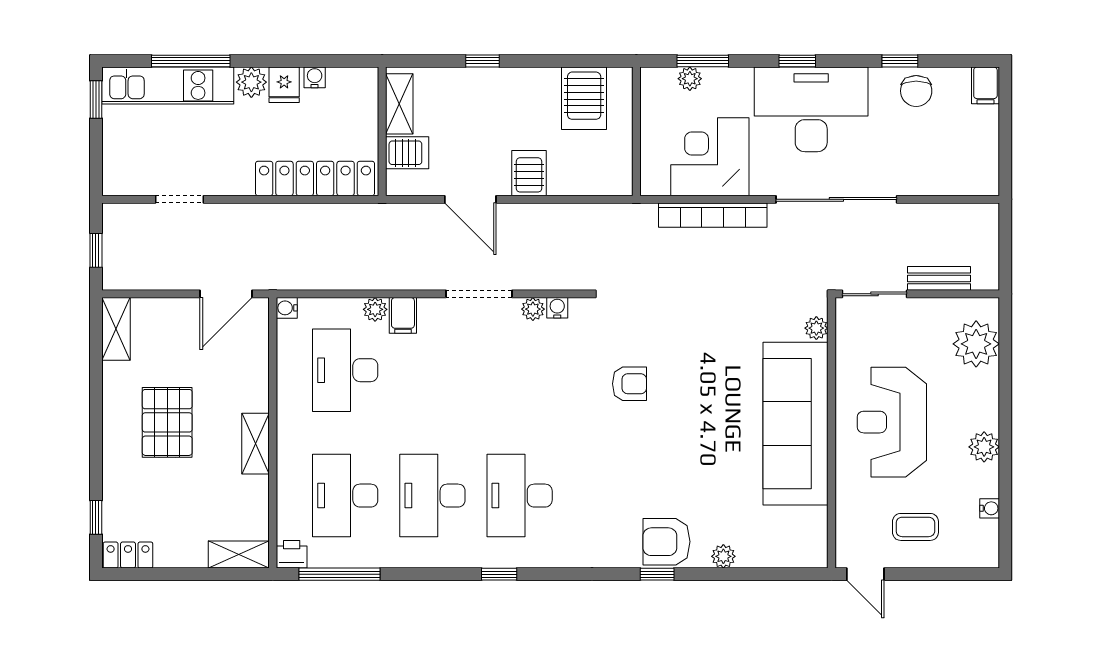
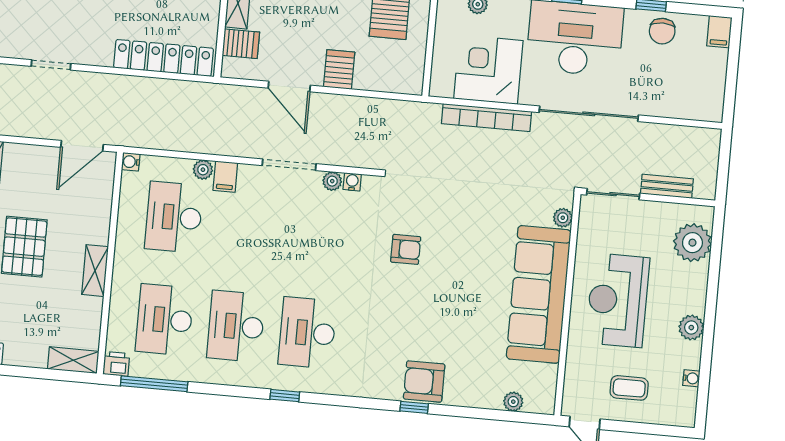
plant: (723, 556) -> (513, 402), moved

